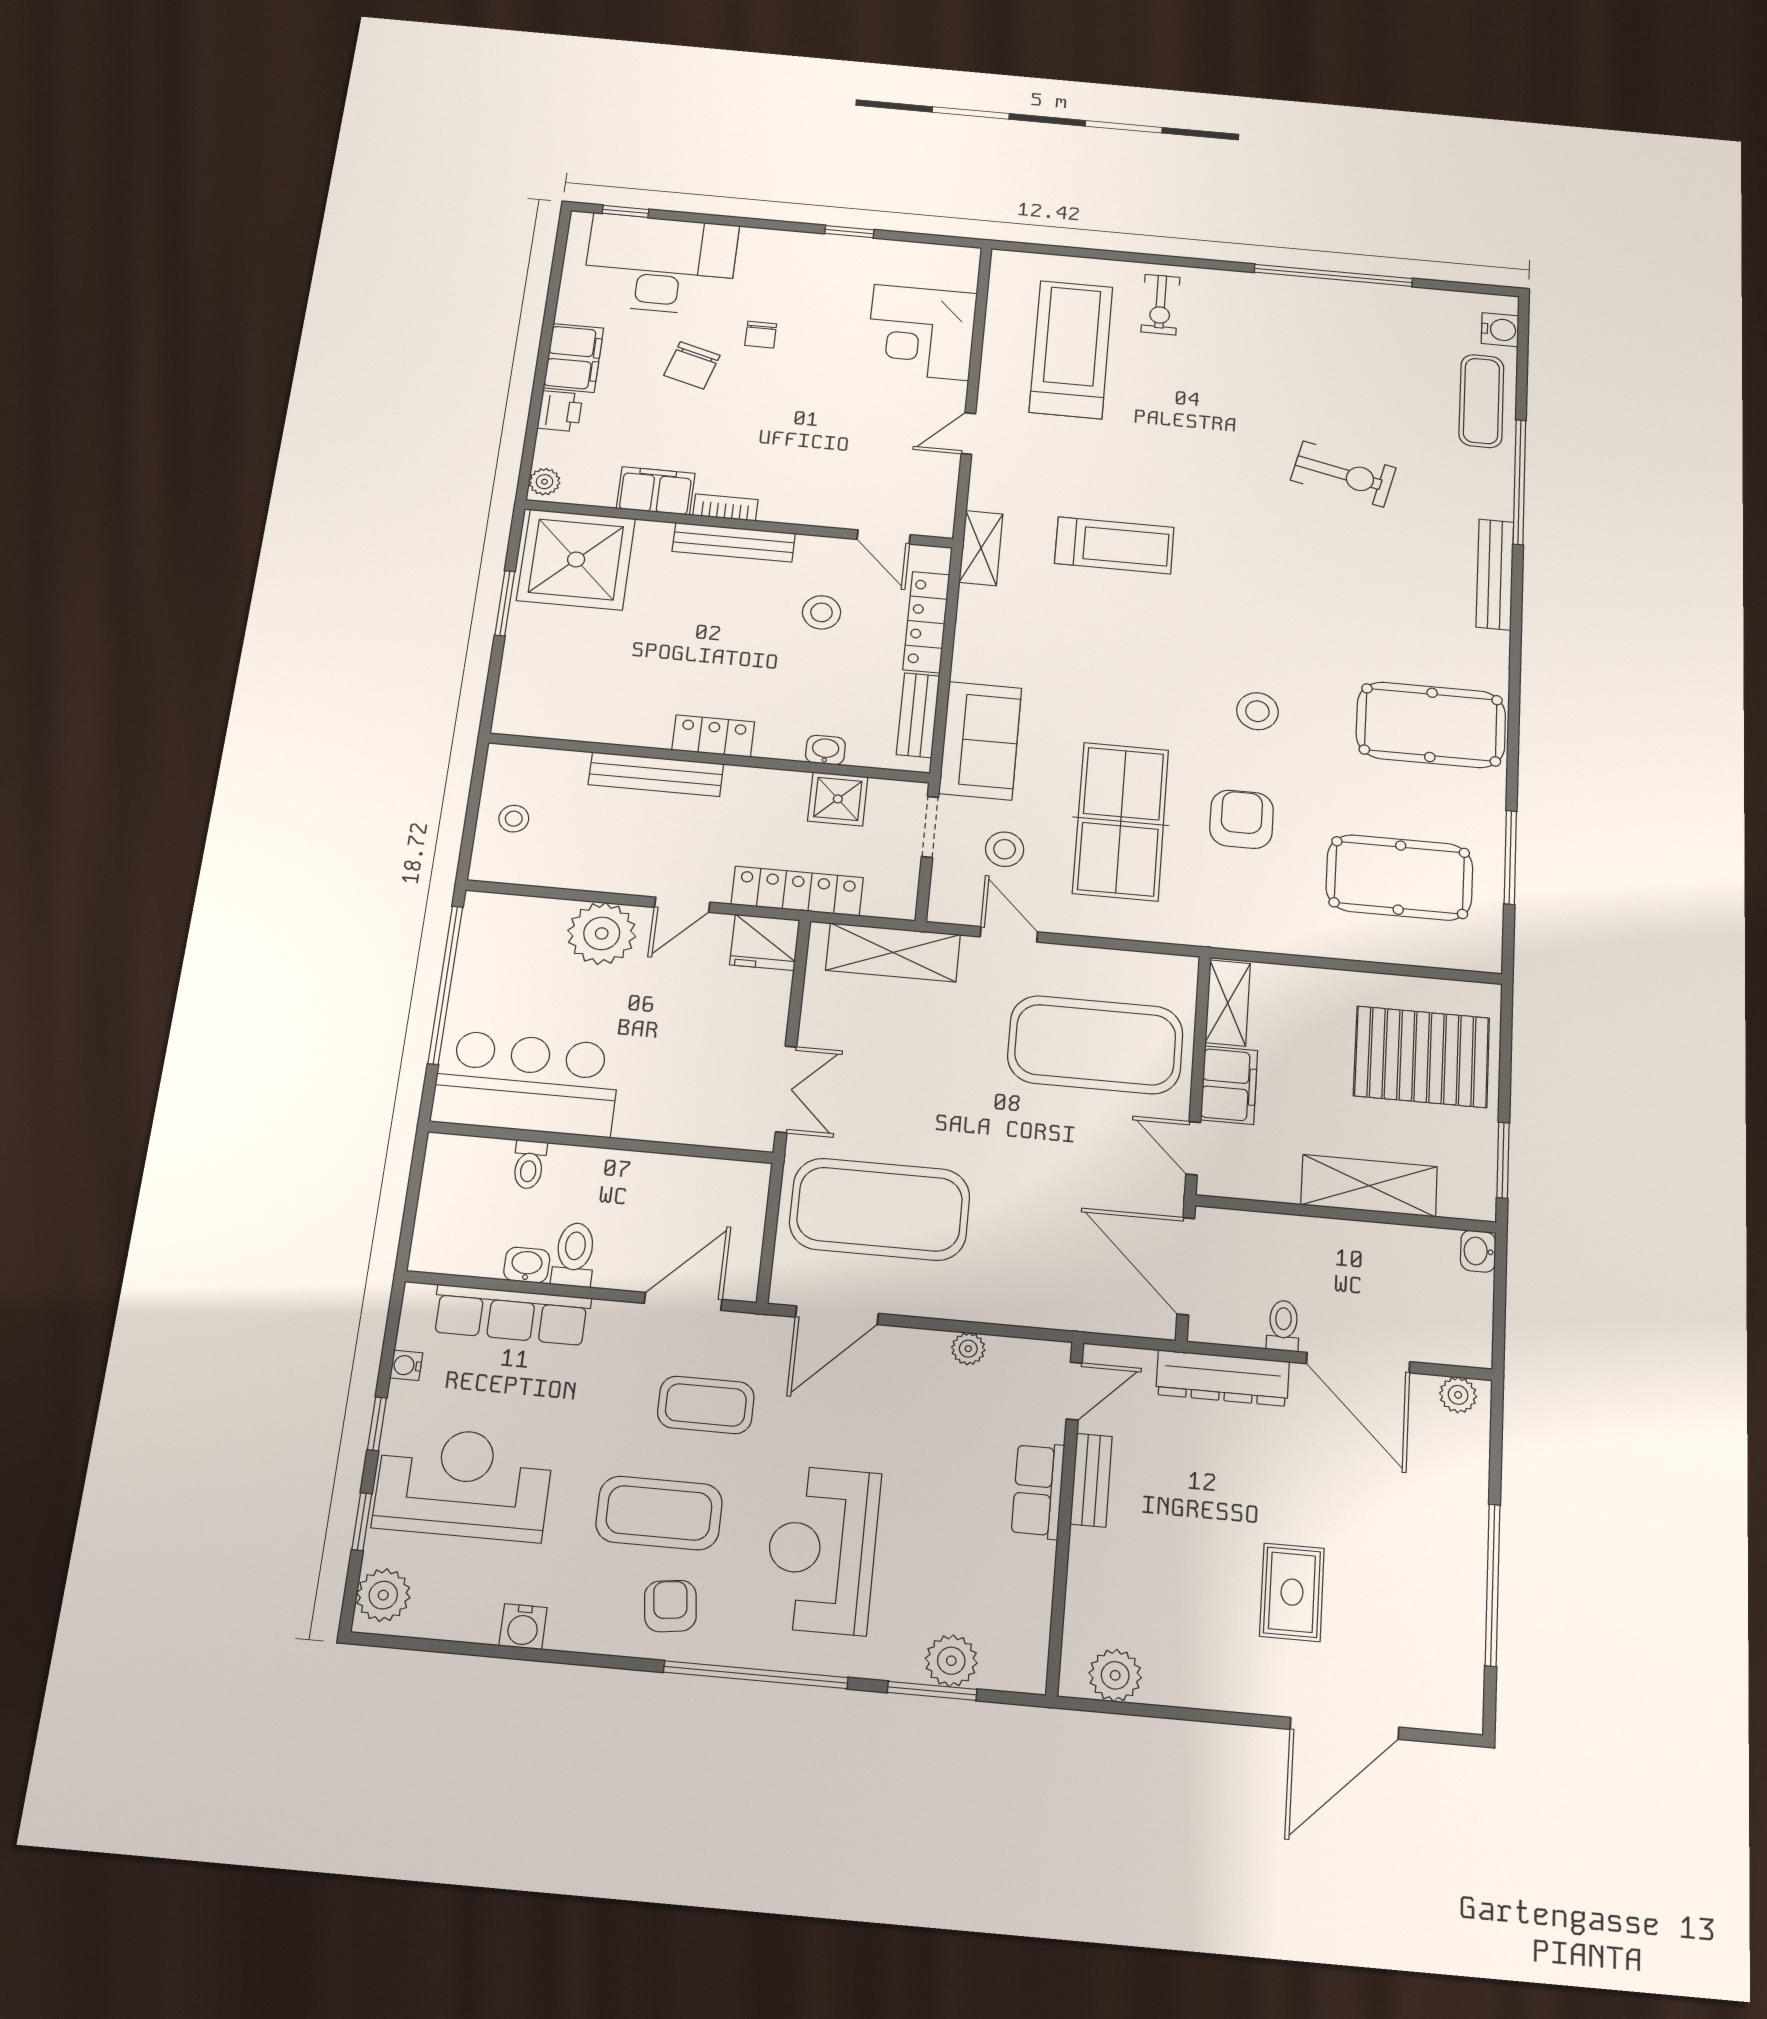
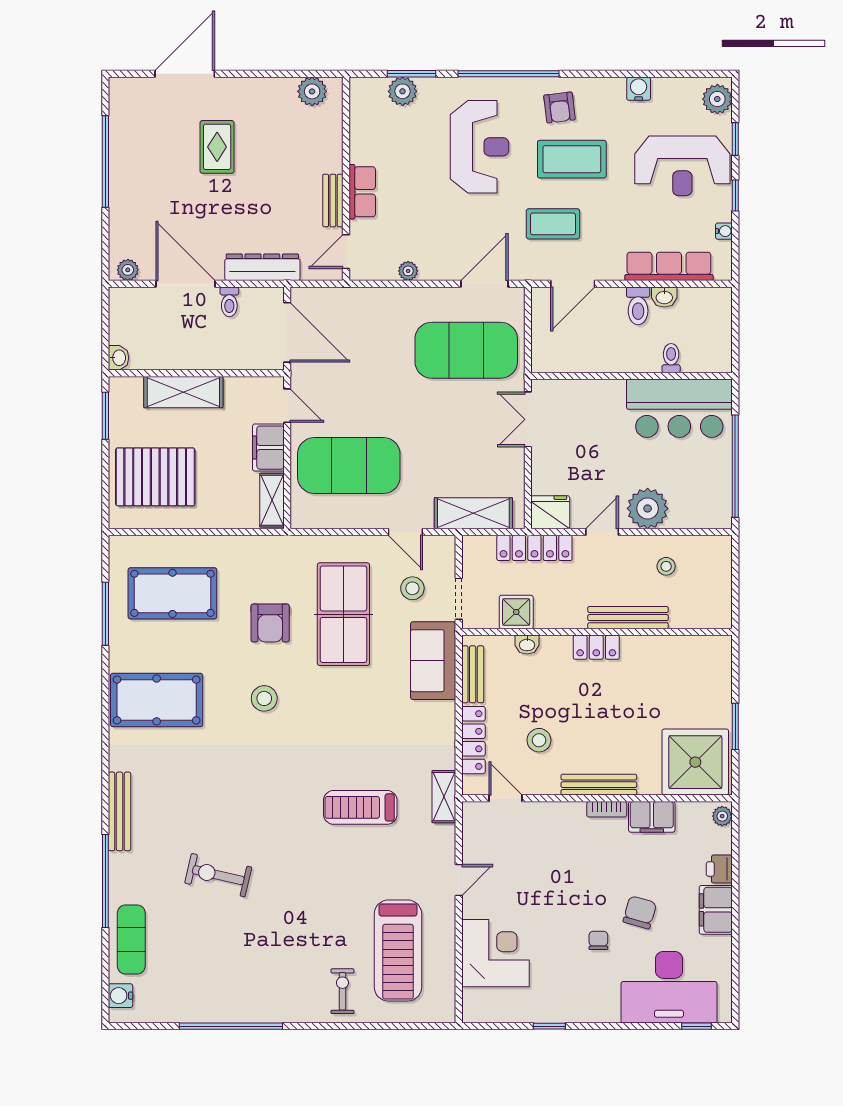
stool: (514, 819) -> (666, 566), moved

